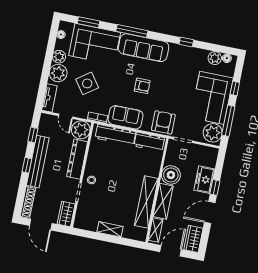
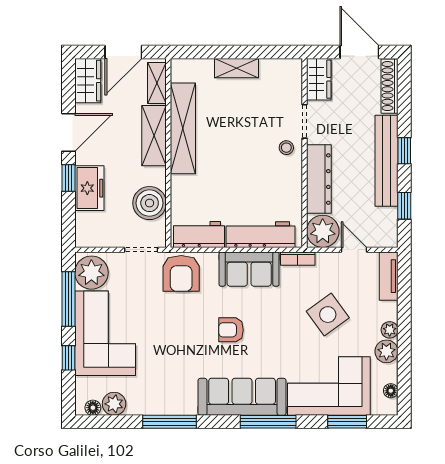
window: (186, 42) -> (169, 422), width x2.17
plant: (58, 73) -> (390, 330), width x0.53, depth x0.53
boiler: (171, 175) -> (150, 203), moved

